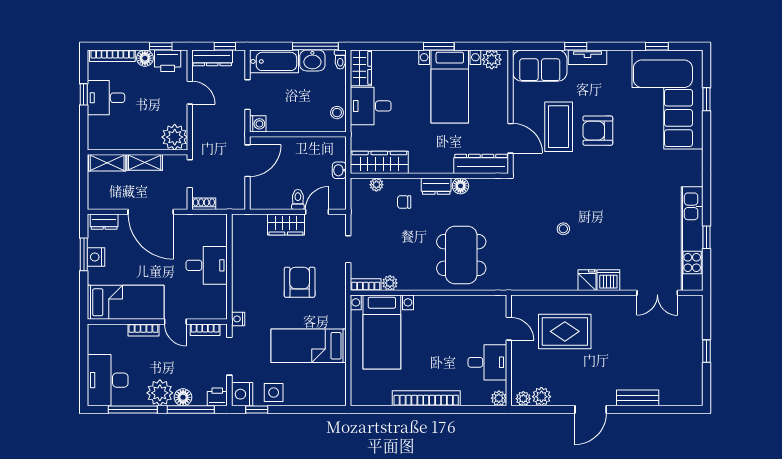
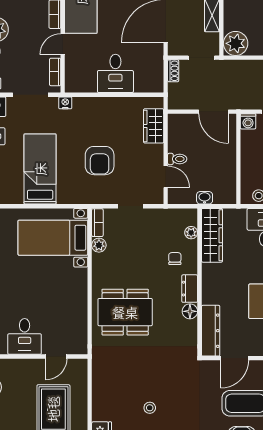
wardrobe: (286, 225) -> (154, 126), moved
armchair: (300, 282) -> (100, 161), turned 90

